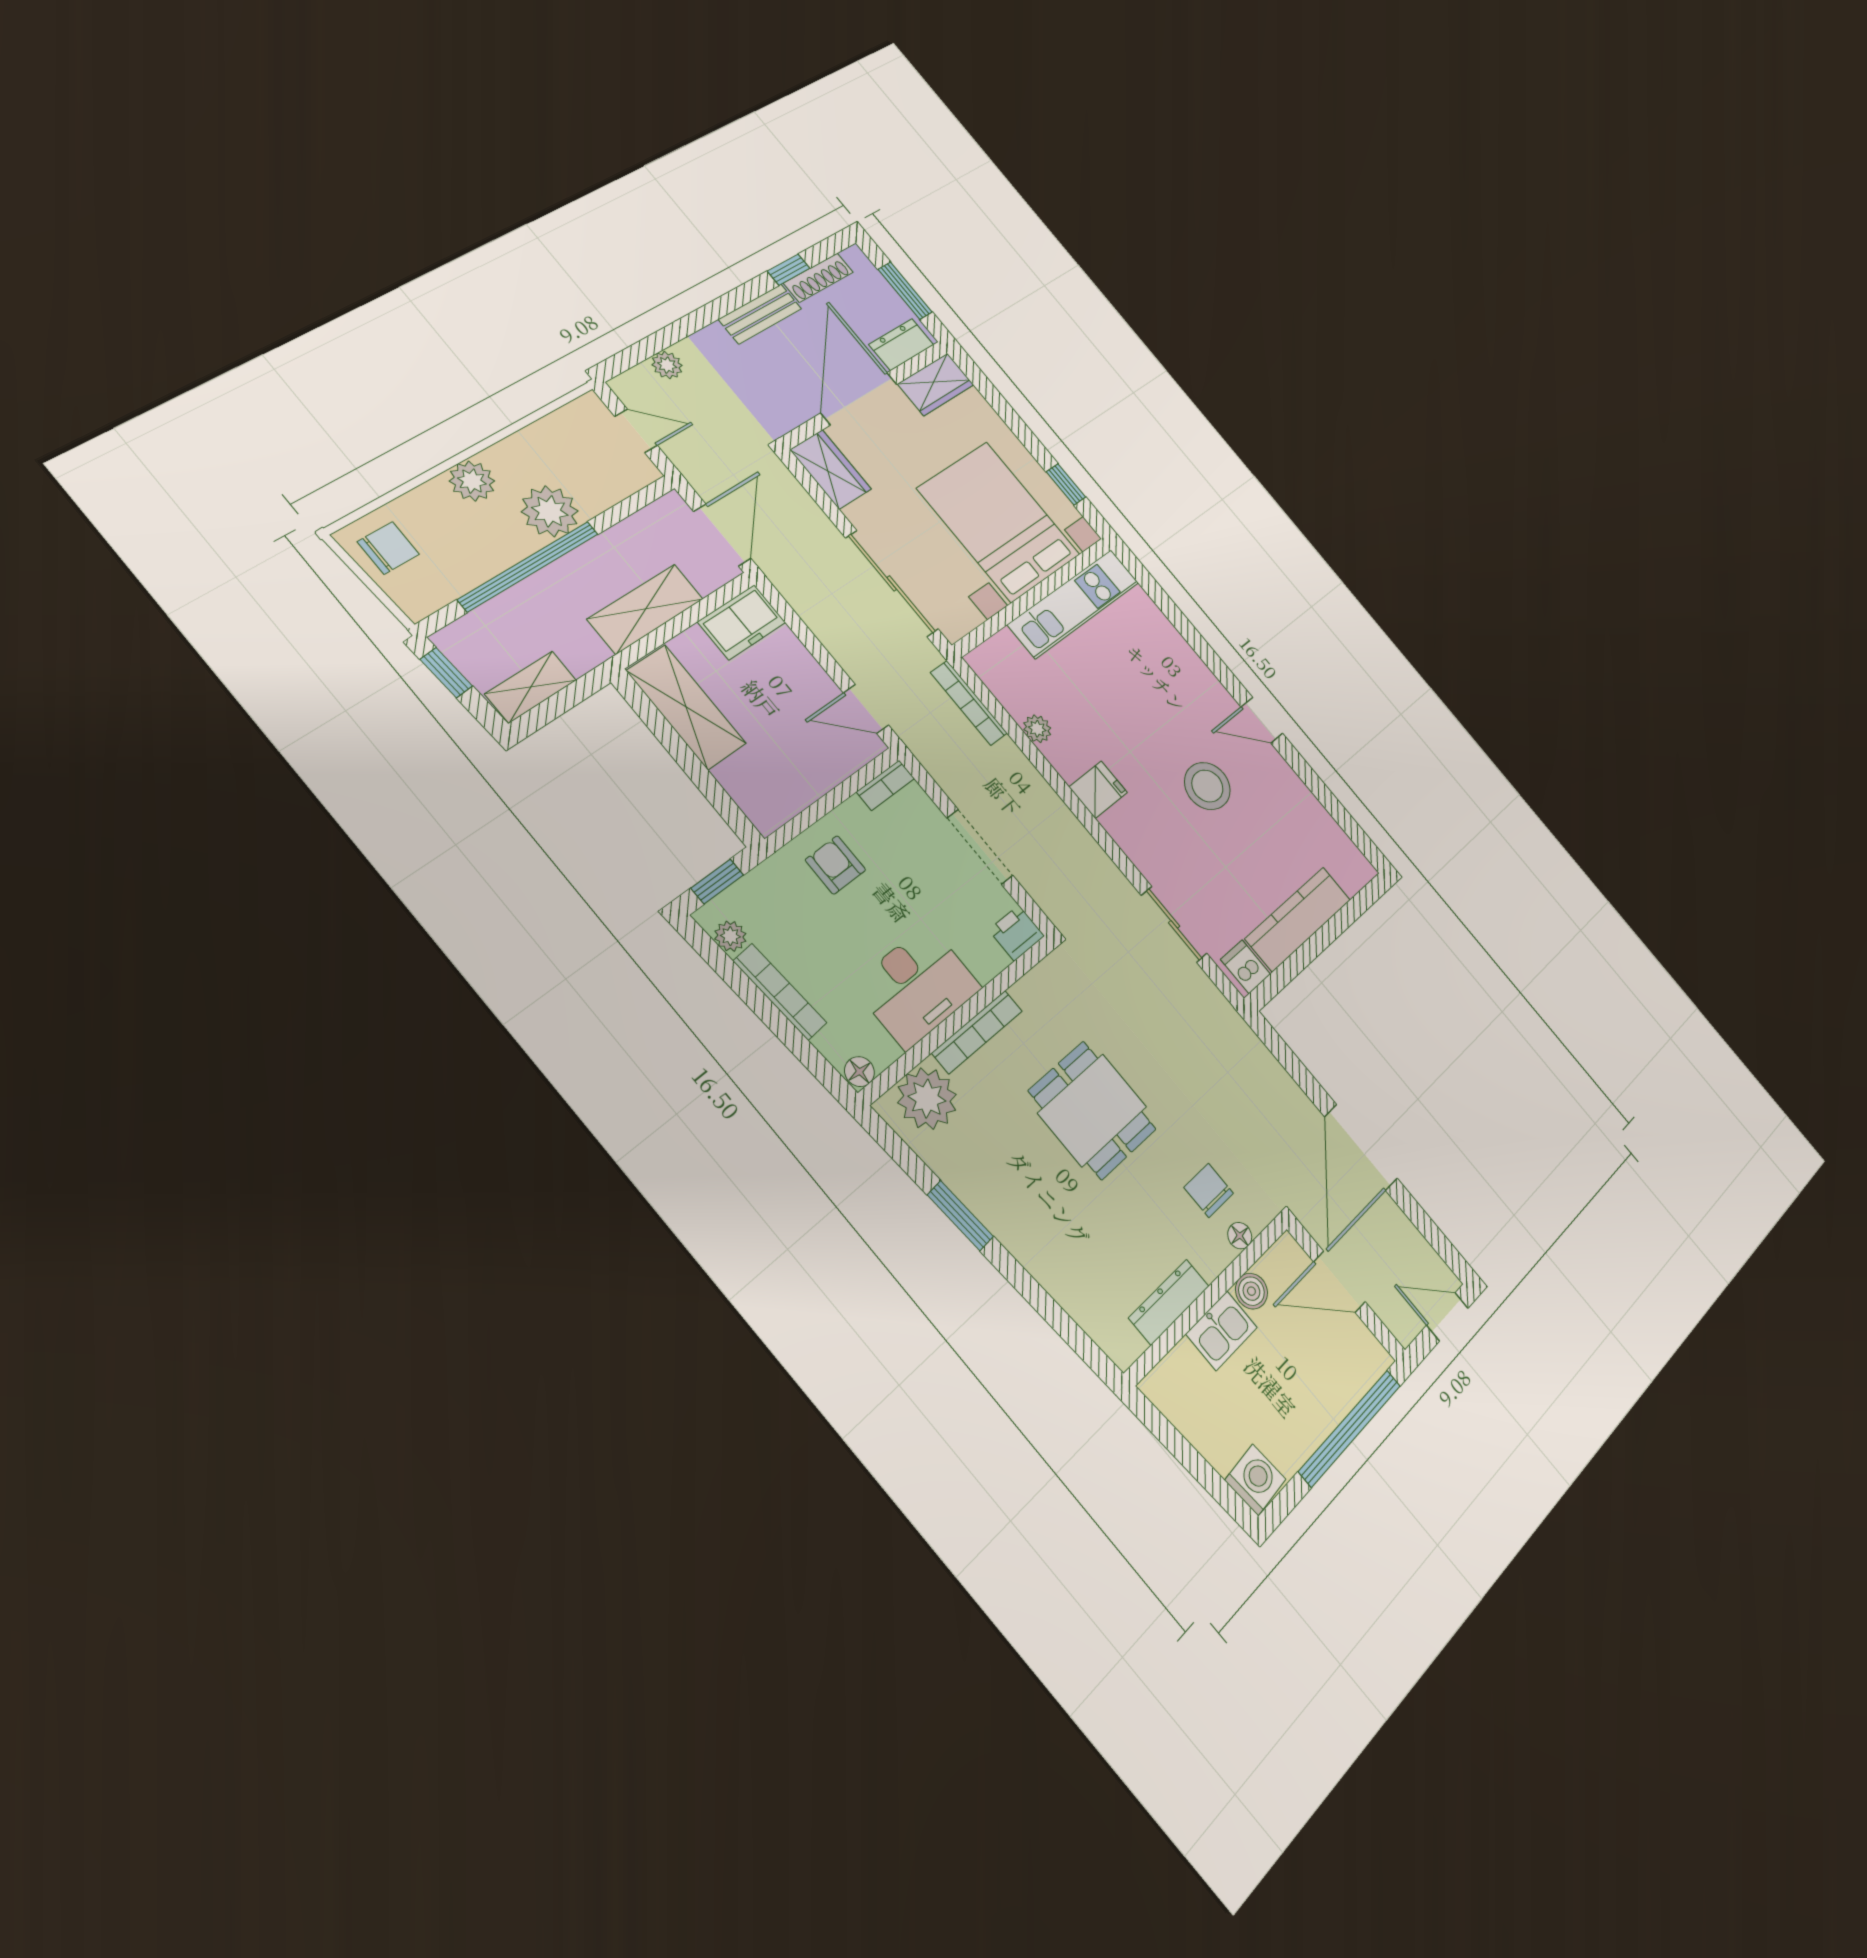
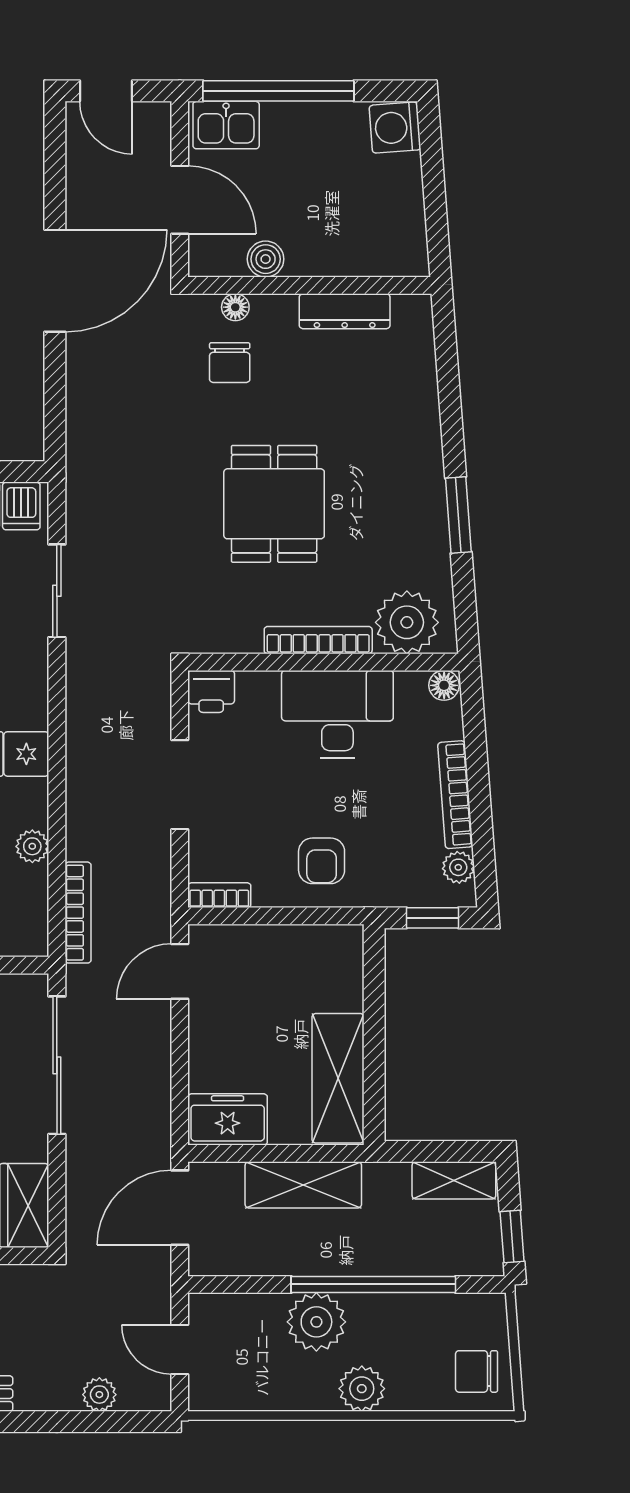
door: (866, 709) -> (180, 971), swing flipped
kitchen sink: (1222, 1331) -> (226, 125), moved, turned 180

